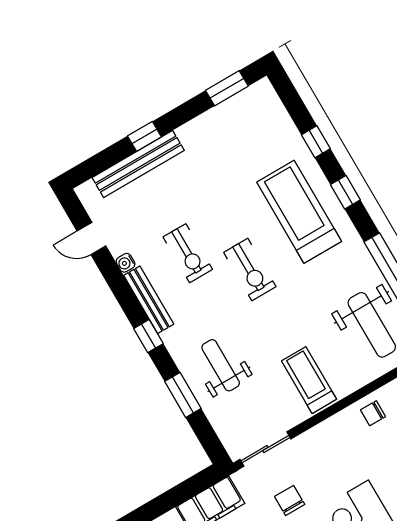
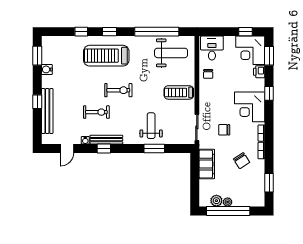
water cooler: (212, 120) -> (47, 69), added
window: (148, 336) -> (104, 149), moved
weight bench: (221, 365) -> (151, 126), turned 90

